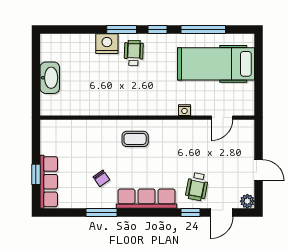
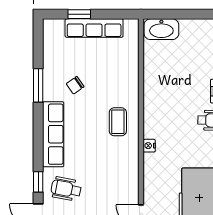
washbasin: (50, 78) -> (161, 29), moved
nightstand: (184, 110) -> (149, 146), moved
row of seats: (49, 182) -> (94, 28), moved

